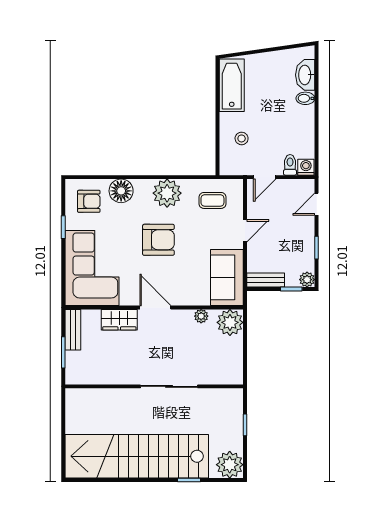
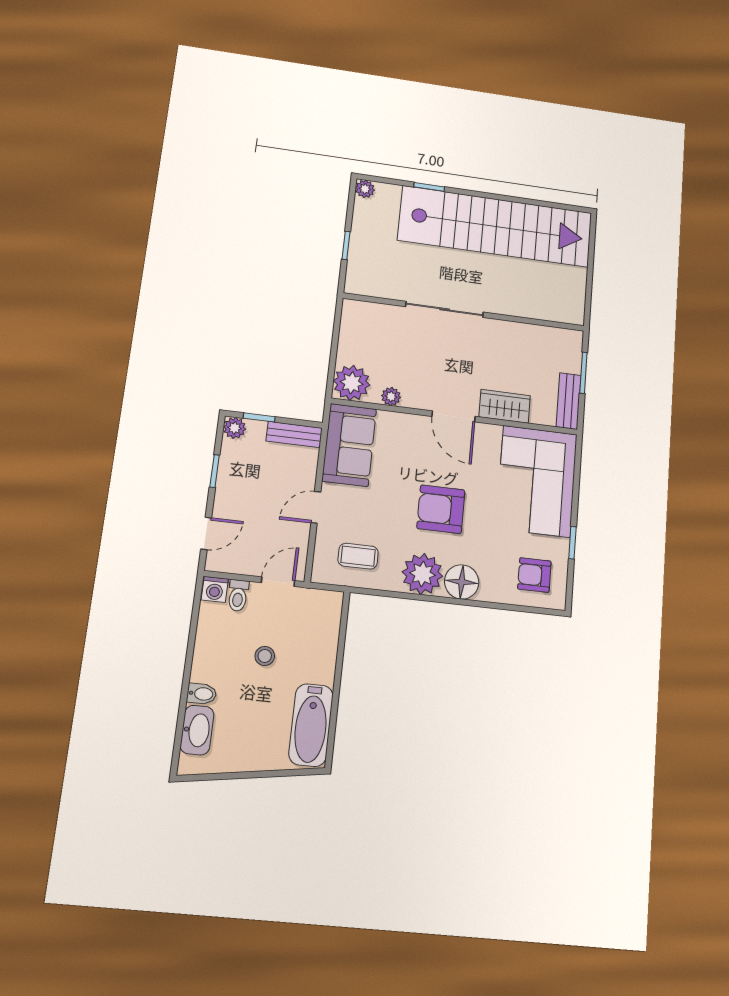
stool: (242, 138) -> (265, 656), moved
floor lamp: (121, 191) -> (462, 582), moved
plant: (230, 465) -> (365, 189), width x0.53, depth x0.53

